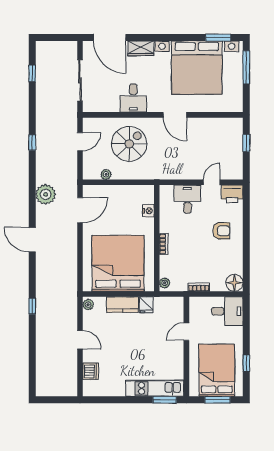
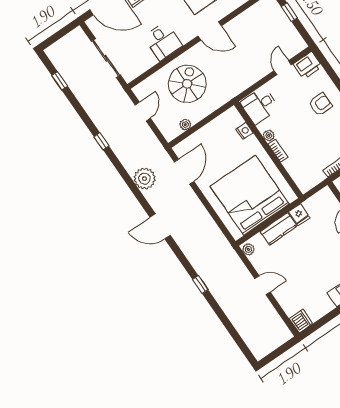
desk: (187, 199) -> (260, 106), moved, turned -90
plant: (165, 283) -> (269, 136), moved
dishwasher: (91, 371) -> (301, 321), moved

